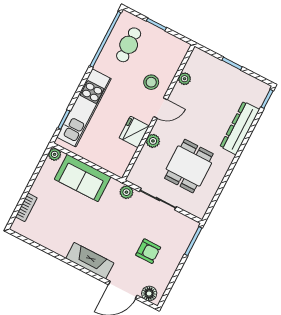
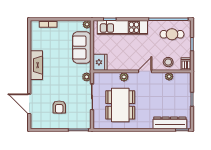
dishwasher: (179, 47) -> (186, 64), added
stool: (151, 82) -> (168, 62), moved
door: (160, 108) -> (145, 71), swing flipped
dresser: (240, 128) -> (170, 123), moved
fridge: (134, 132) -> (100, 62), moved, turned 90
dining table: (189, 166) -> (120, 105), width x1.38
fireplace: (90, 261) -> (36, 65), moved
floor lamp: (149, 293) -> (35, 120), removed

